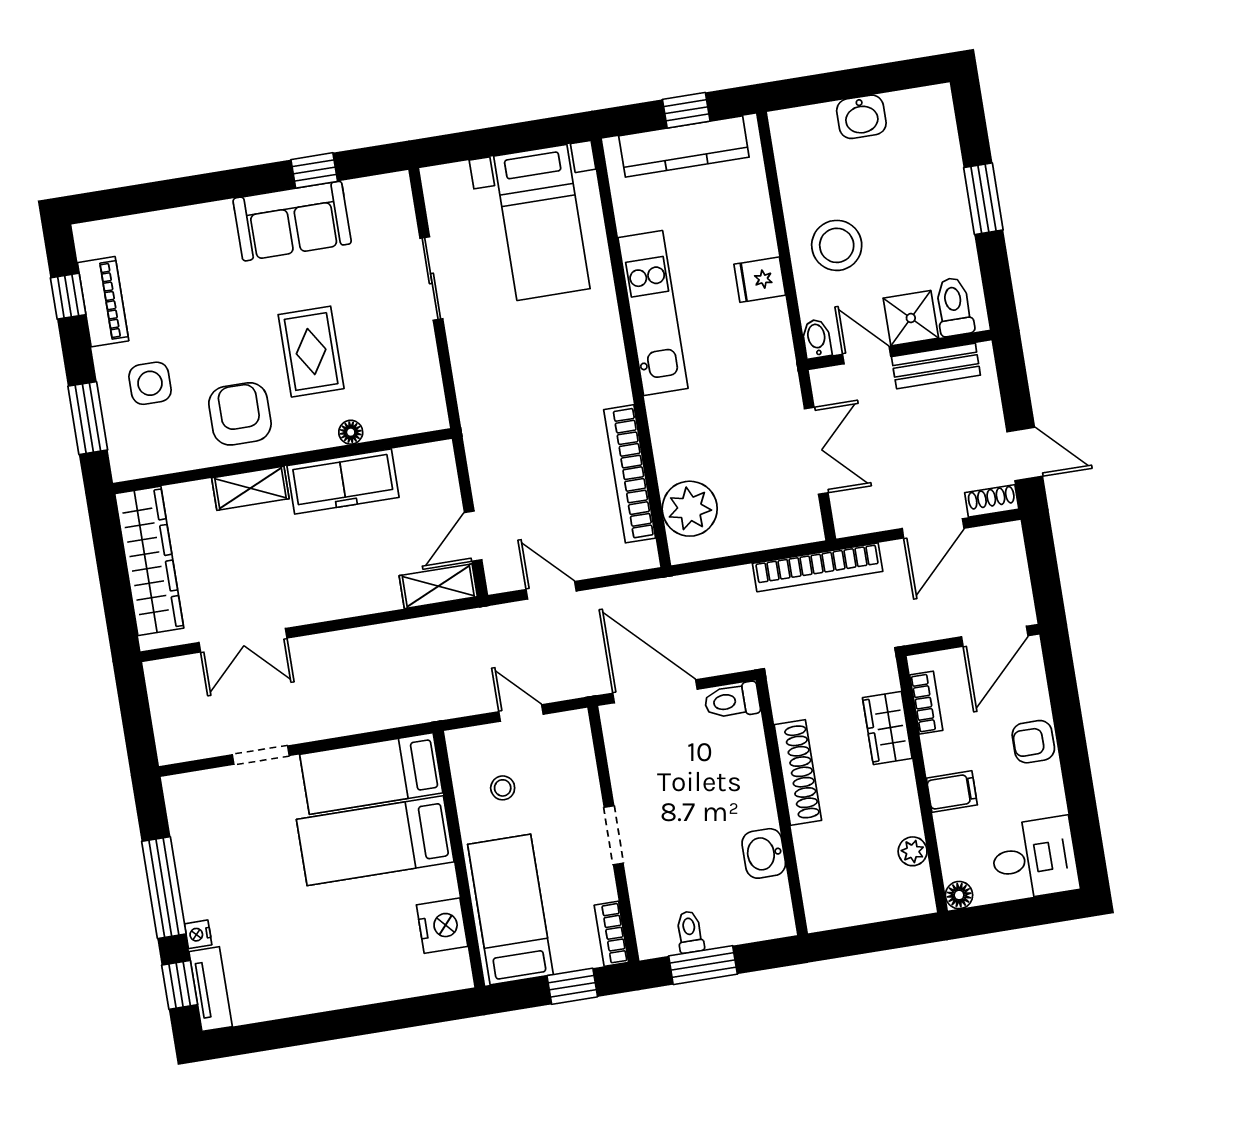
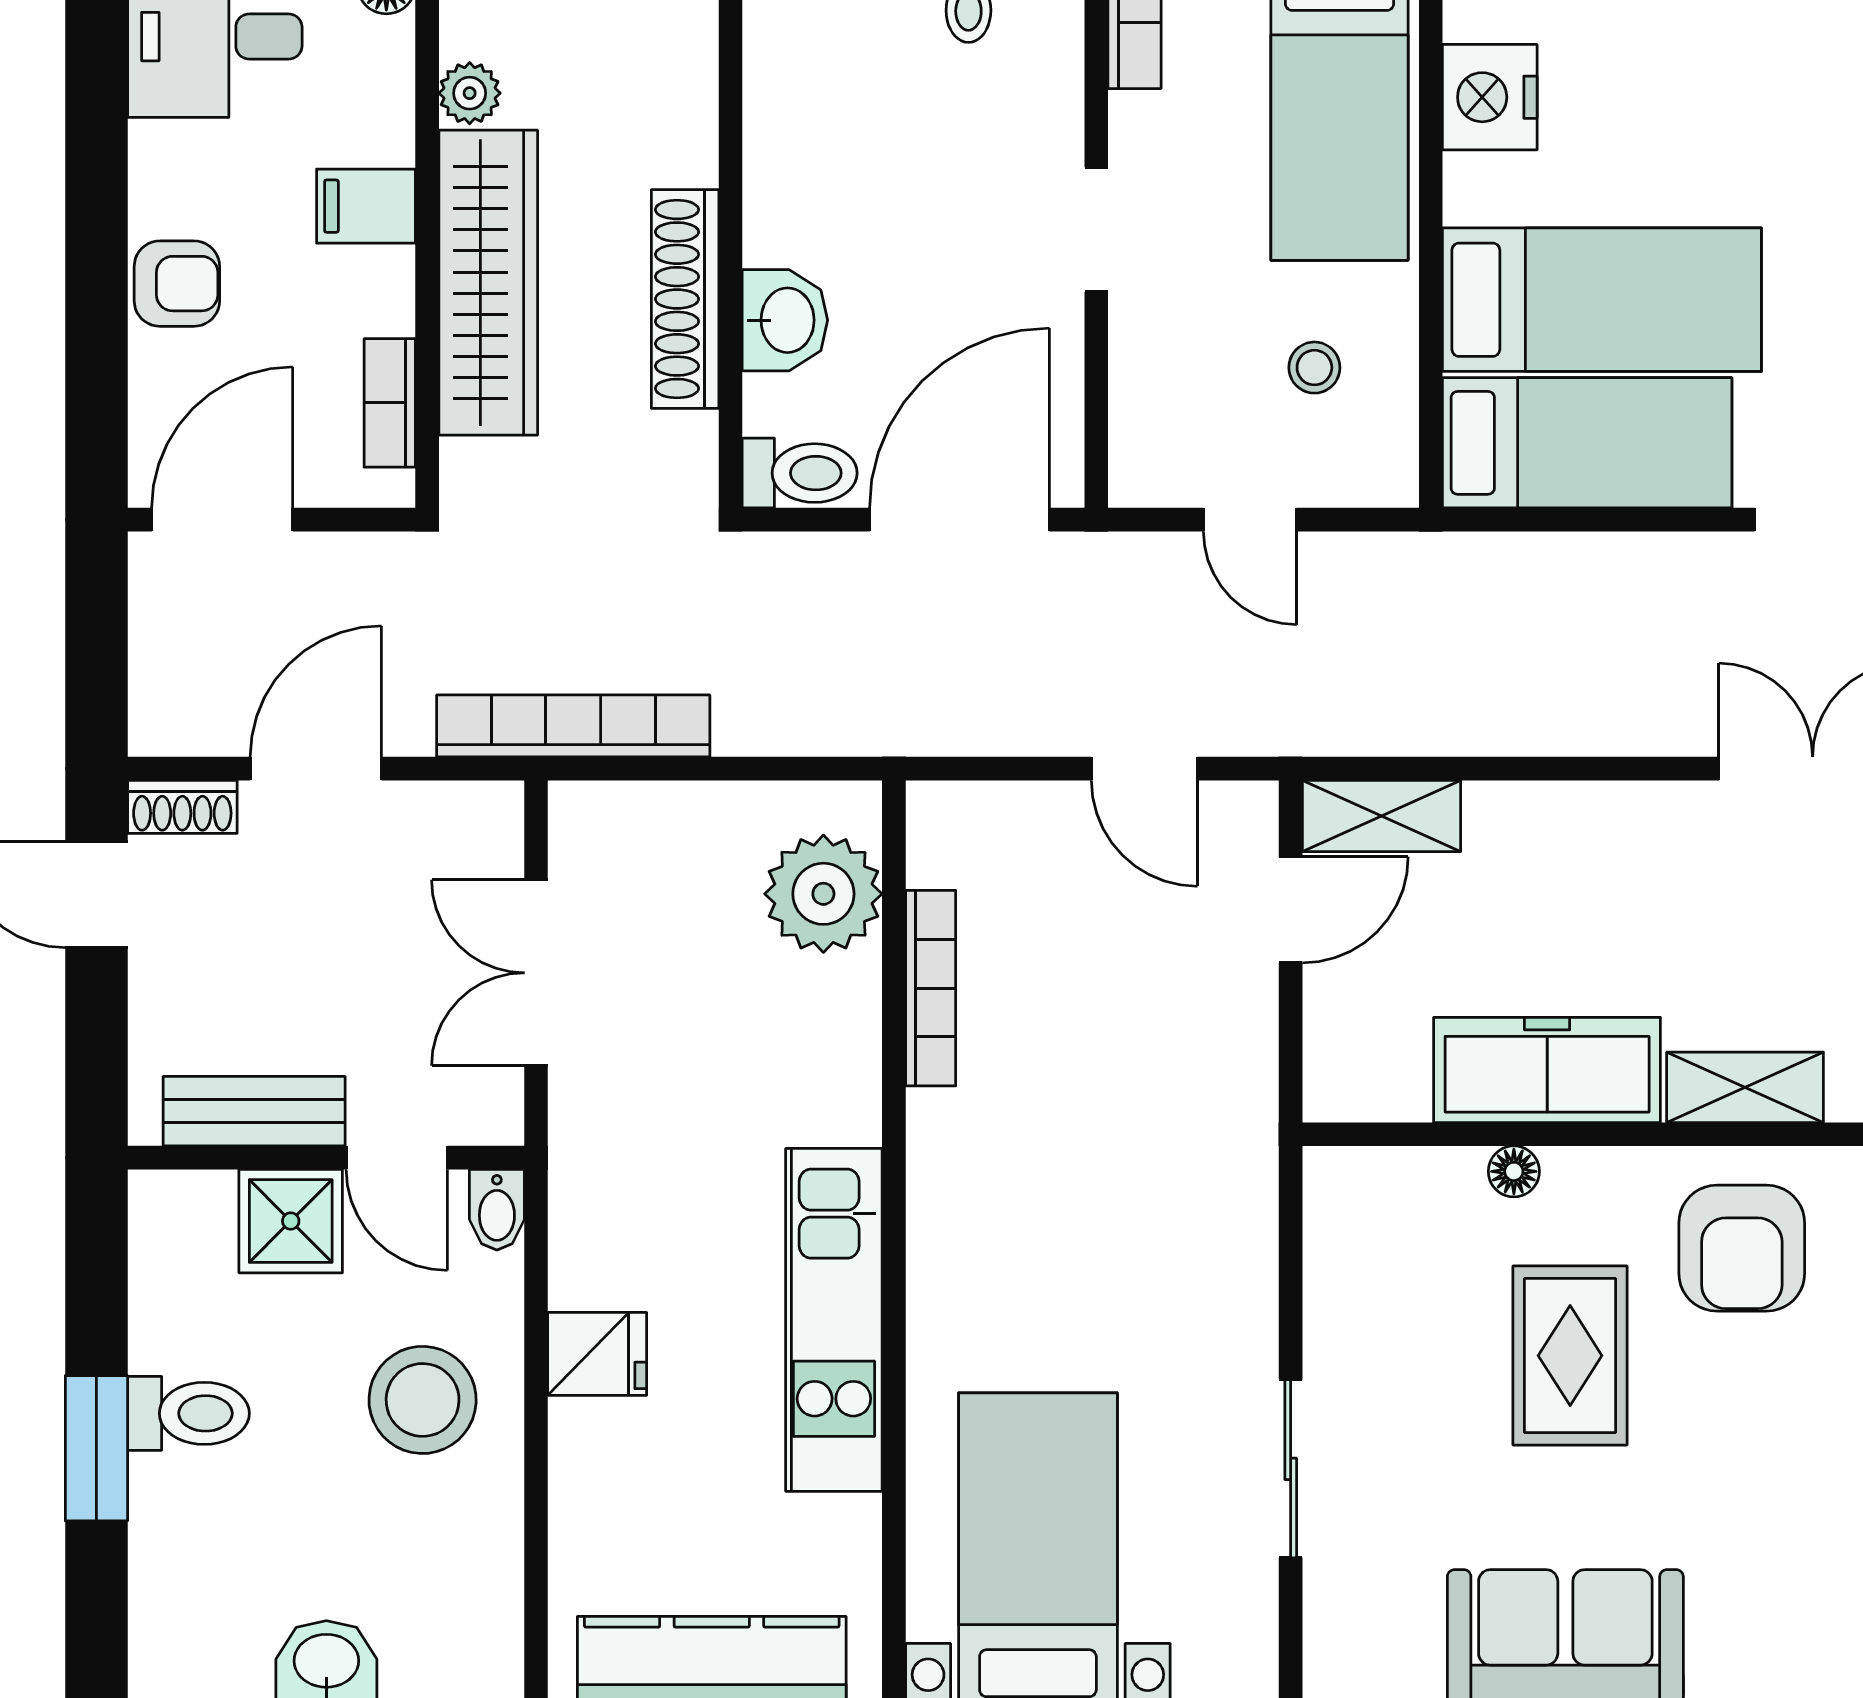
toilet: (954, 307) -> (188, 1413), moved, turned -90
bookcase: (630, 474) -> (931, 988), width x0.68, depth x0.76
door: (655, 691) -> (959, 520), swing flipped
wardrobe: (887, 728) -> (488, 283), width x2.10, depth x1.17
washbasin: (764, 853) -> (785, 320), moved

